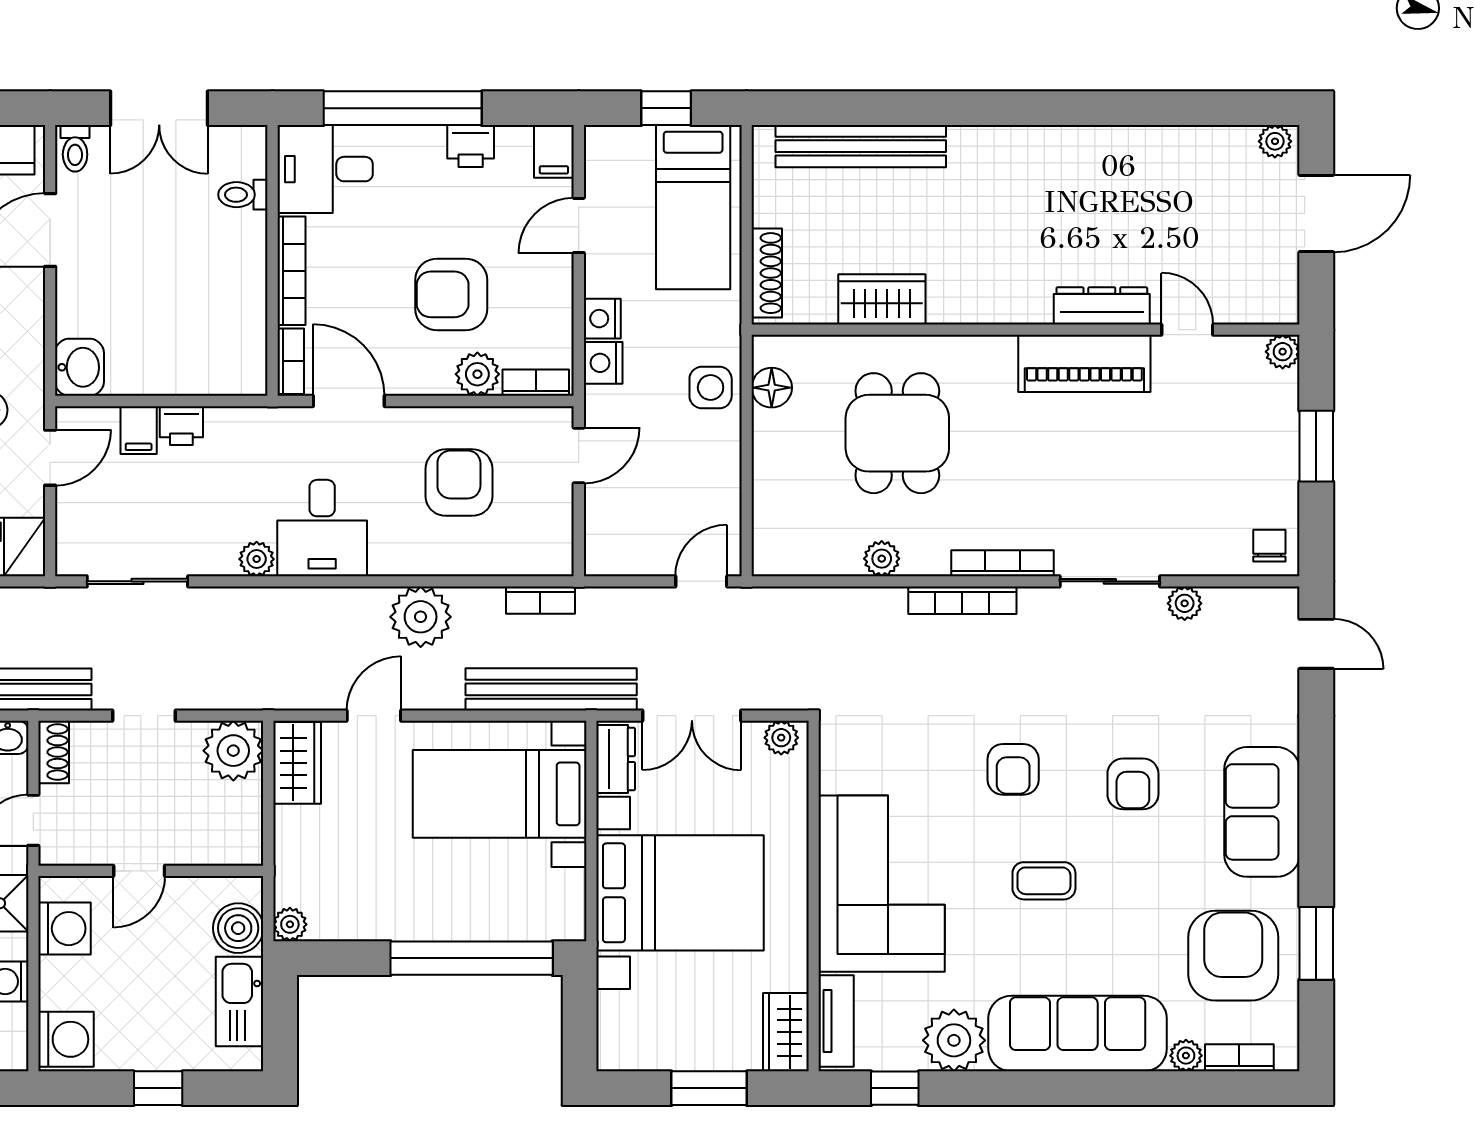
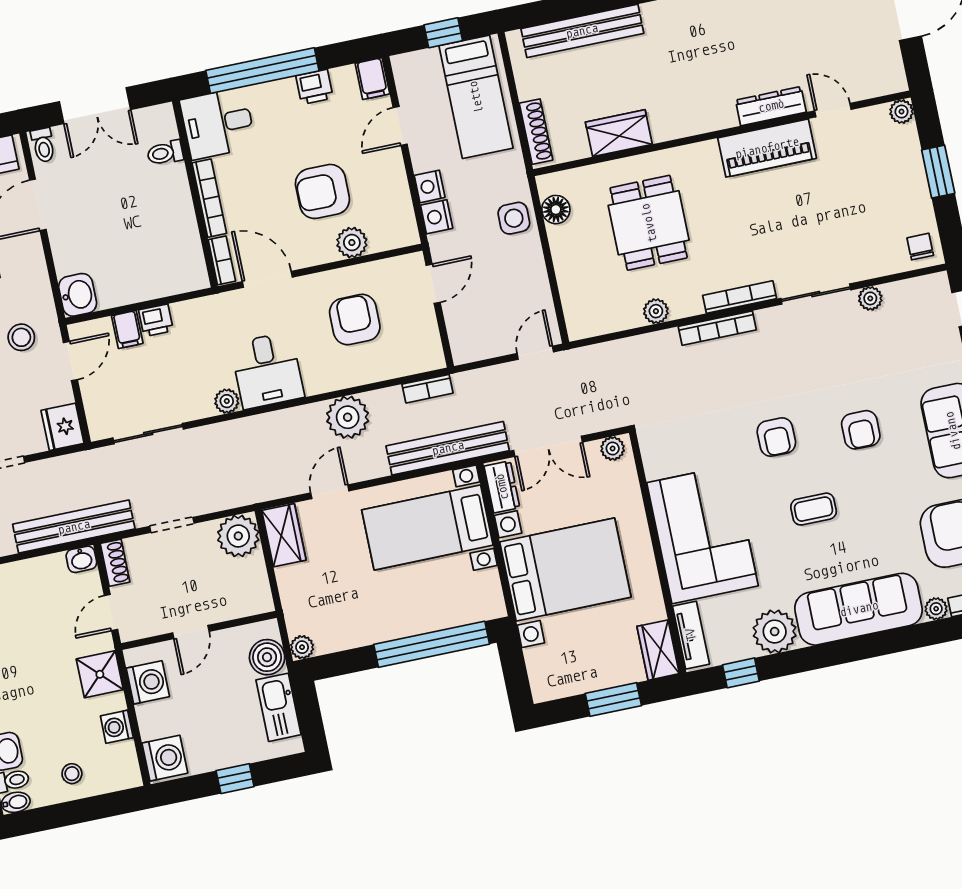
bookcase: (536, 383) -> (393, 240), removed

